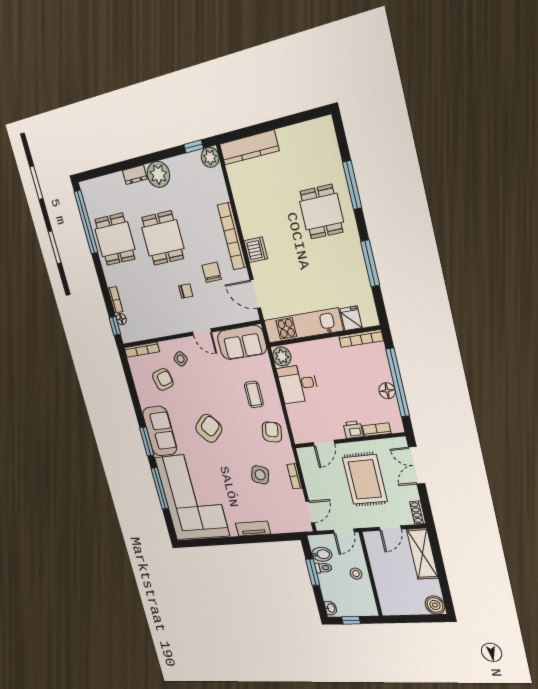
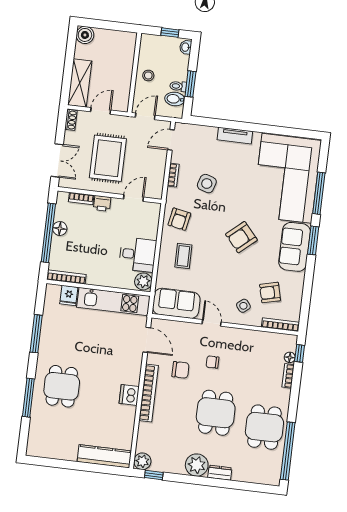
dishwasher: (256, 250) -> (129, 395), moved
chair: (212, 272) -> (180, 370), turned -90

